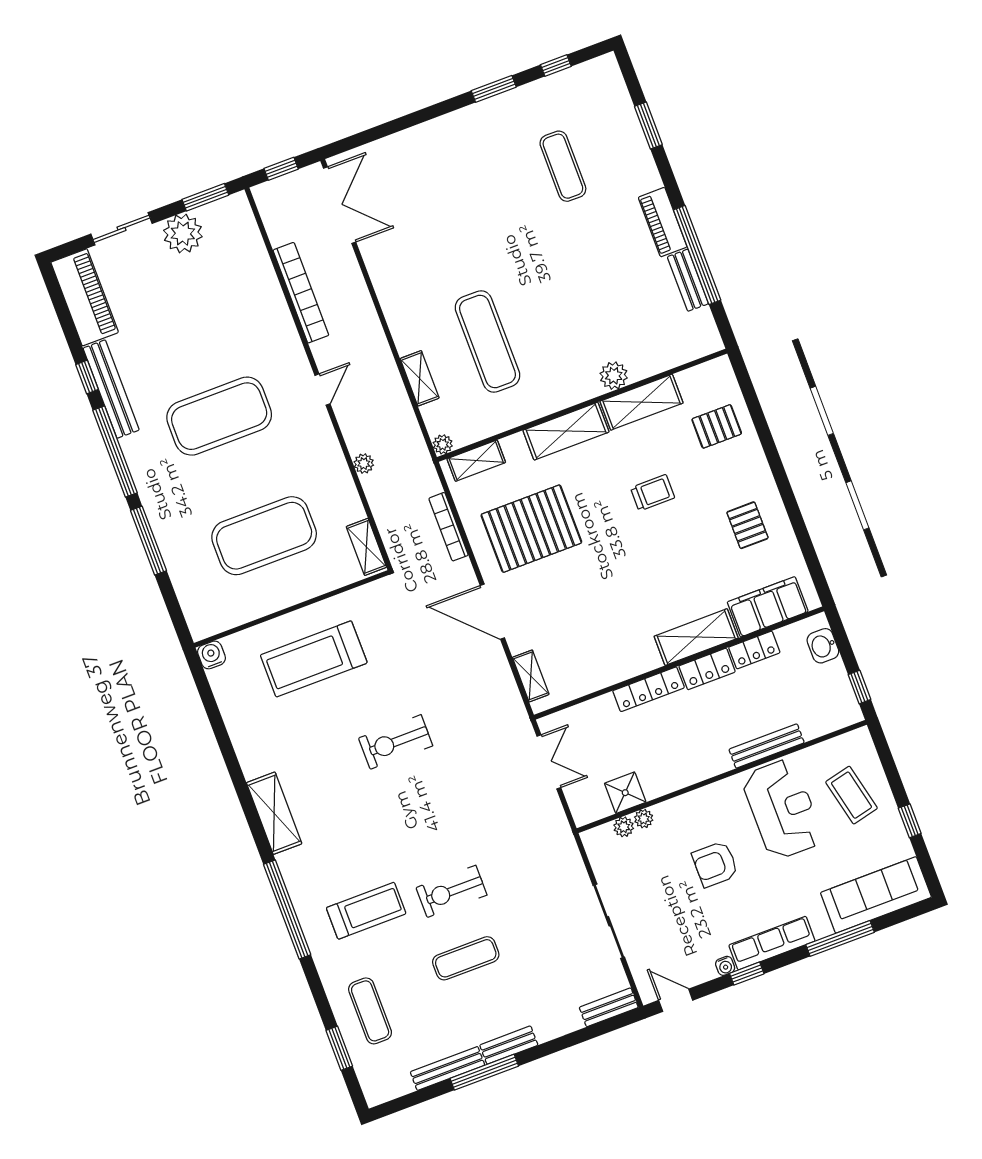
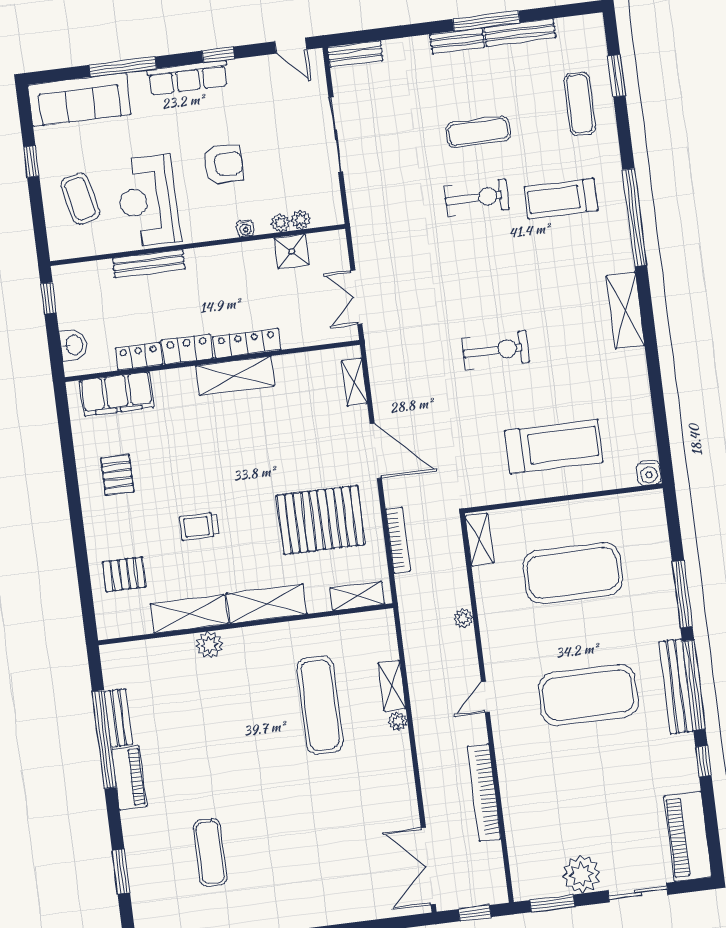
bench: (111, 389) -> (676, 686), moved
plant: (443, 444) -> (398, 721), moved
shelving: (696, 637) -> (235, 376), moved
water cooler: (725, 966) -> (245, 228), moved, turned 180

